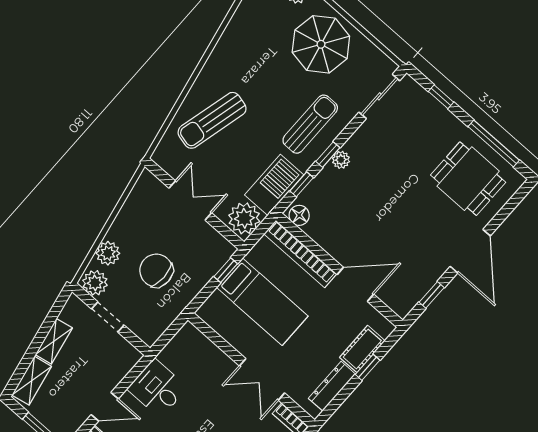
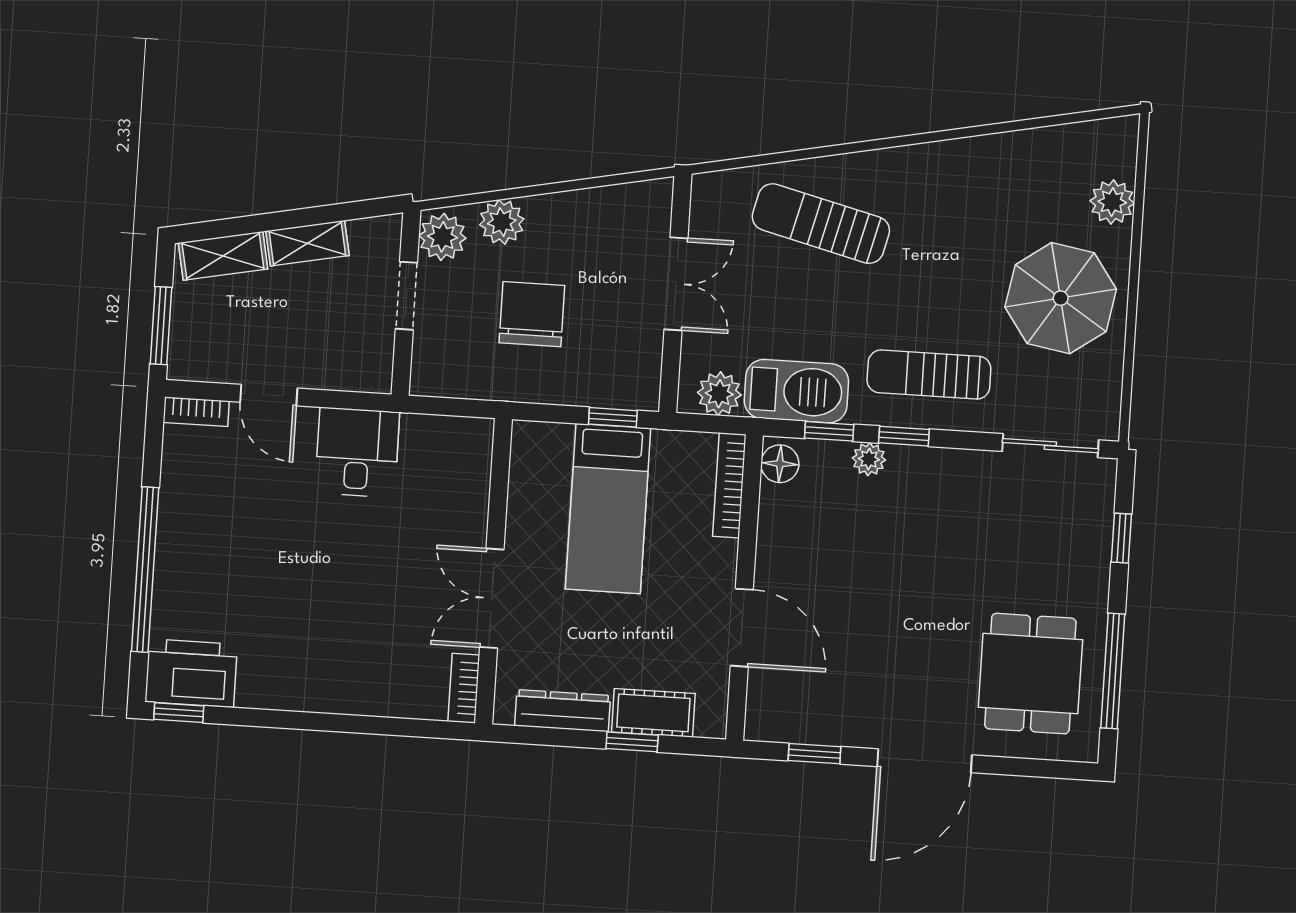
sun lounger: (310, 124) -> (929, 375), turned 180
plant: (341, 160) -> (869, 459), moved
plant: (244, 218) -> (719, 394), width x0.73, depth x0.73
bookcase: (300, 254) -> (729, 485), width x0.68, depth x0.76

